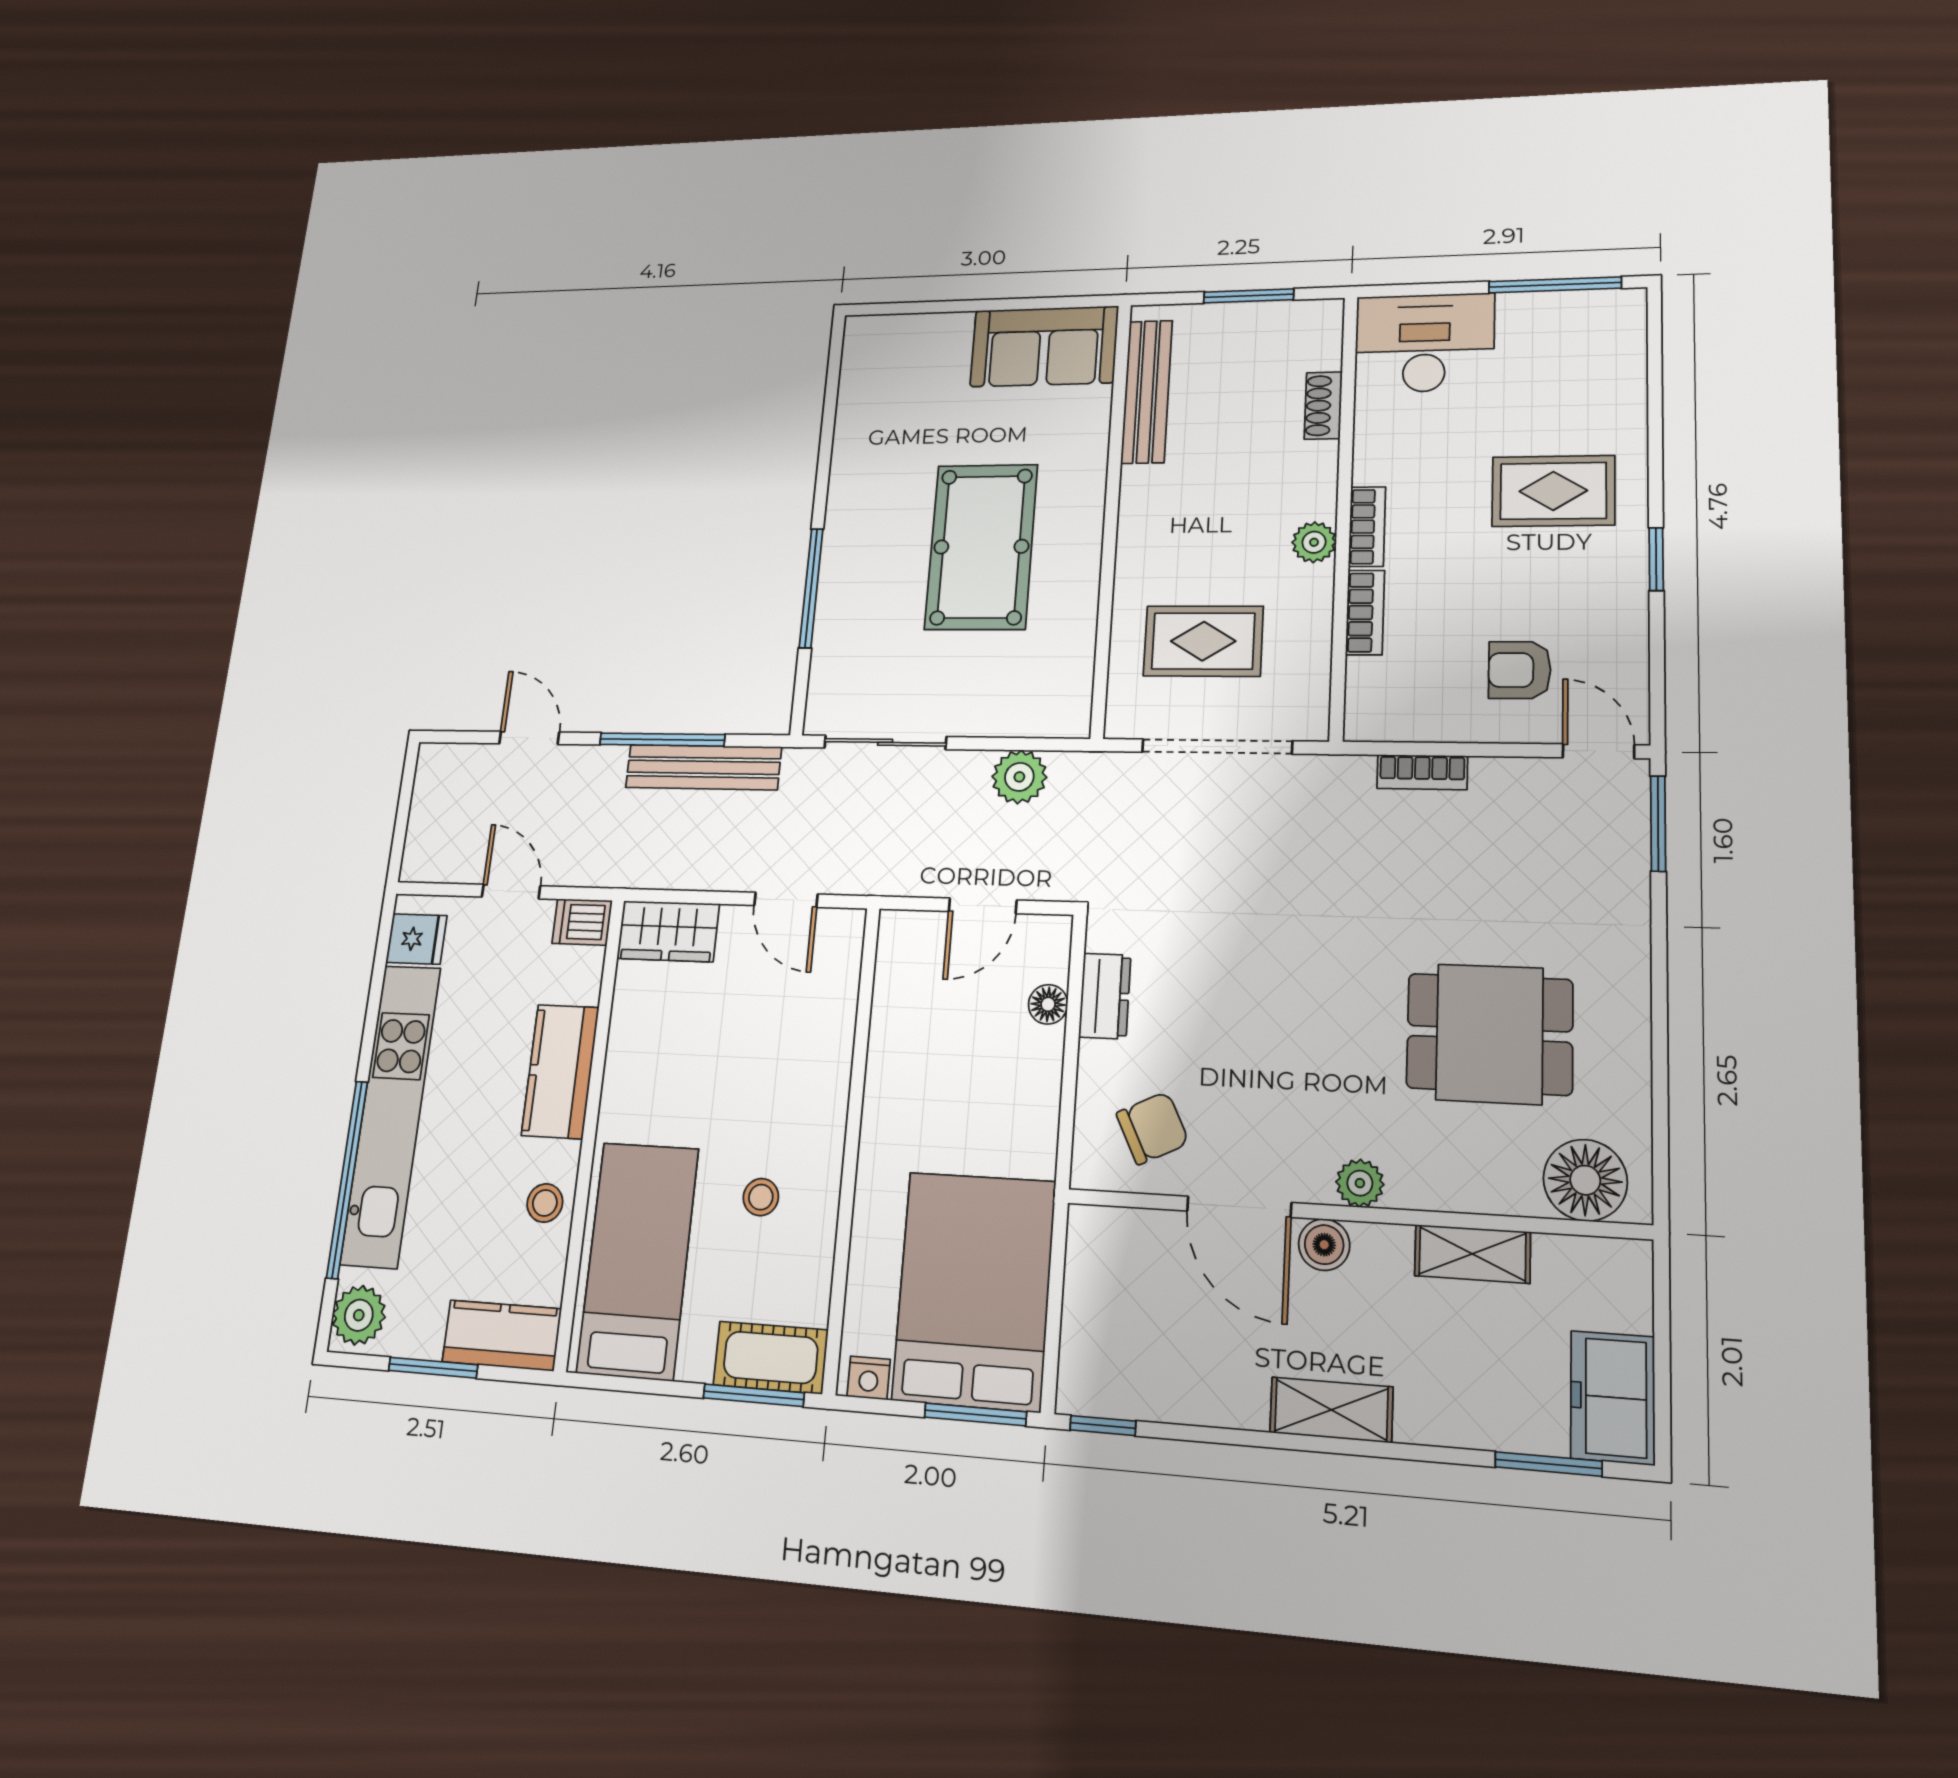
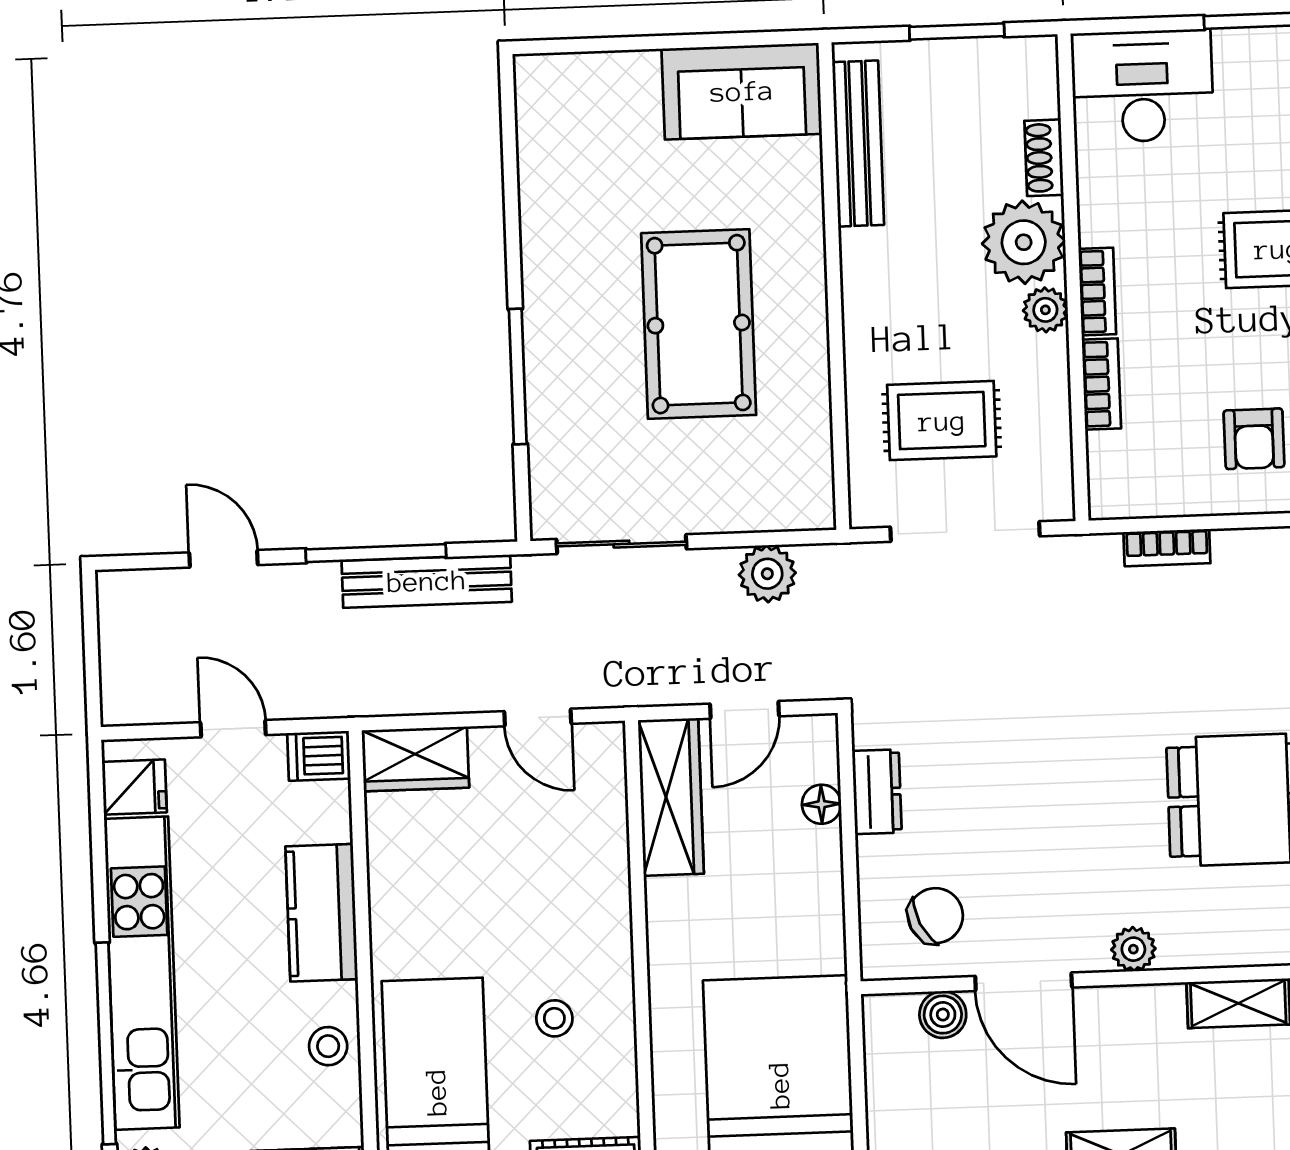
plant: (1297, 480) -> (1024, 242), added
armchair: (1520, 670) -> (1254, 439), turned -90
wardrobe: (901, 986) -> (671, 797), added
boiler: (1324, 1245) -> (943, 1015), moved

